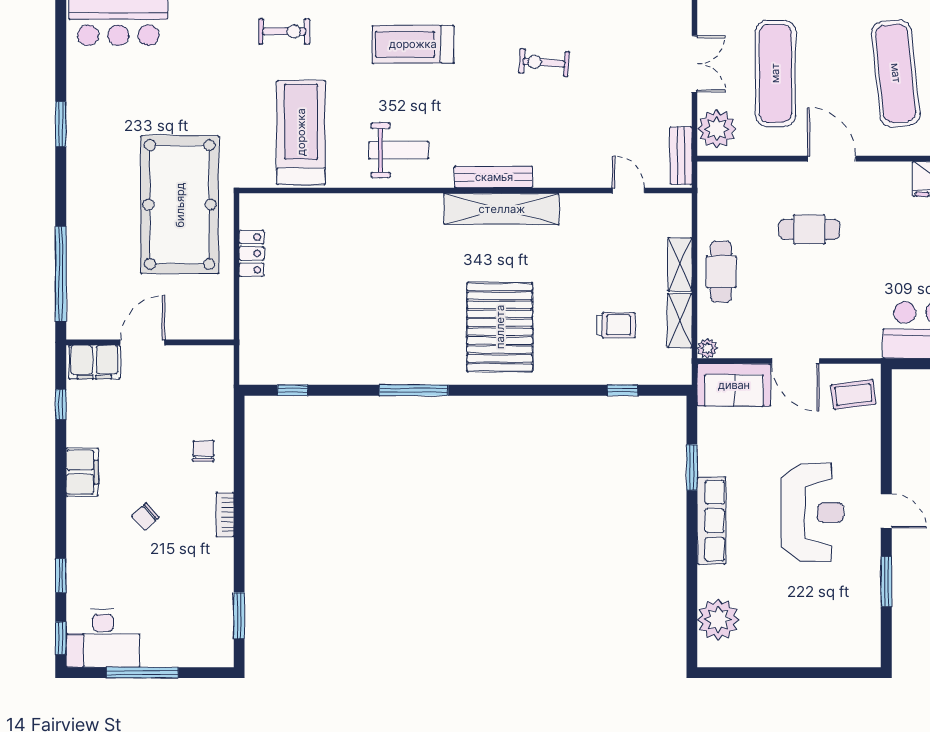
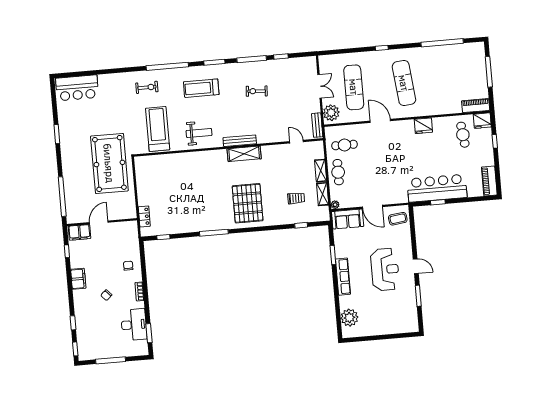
shelving: (502, 209) -> (244, 154), width x0.68
cafe table: (809, 229) -> (345, 145), moved
locker: (252, 253) -> (144, 216), moved
desk: (103, 638) -> (134, 325), moved, turned -90

